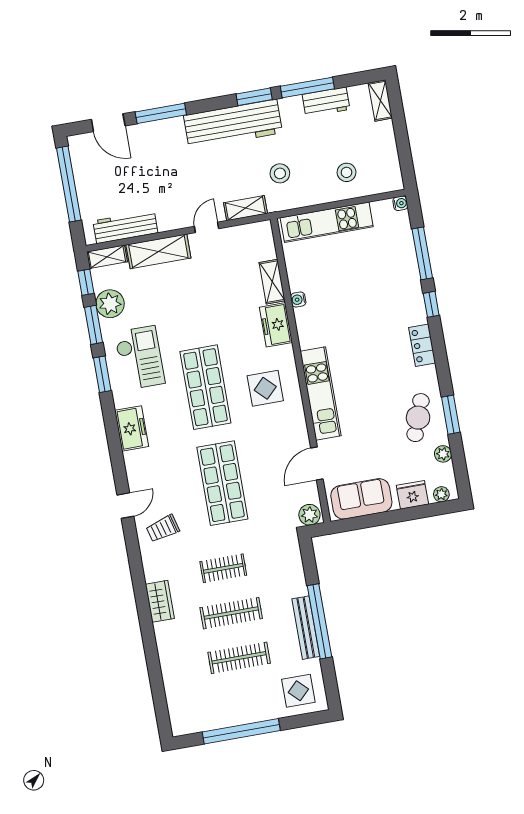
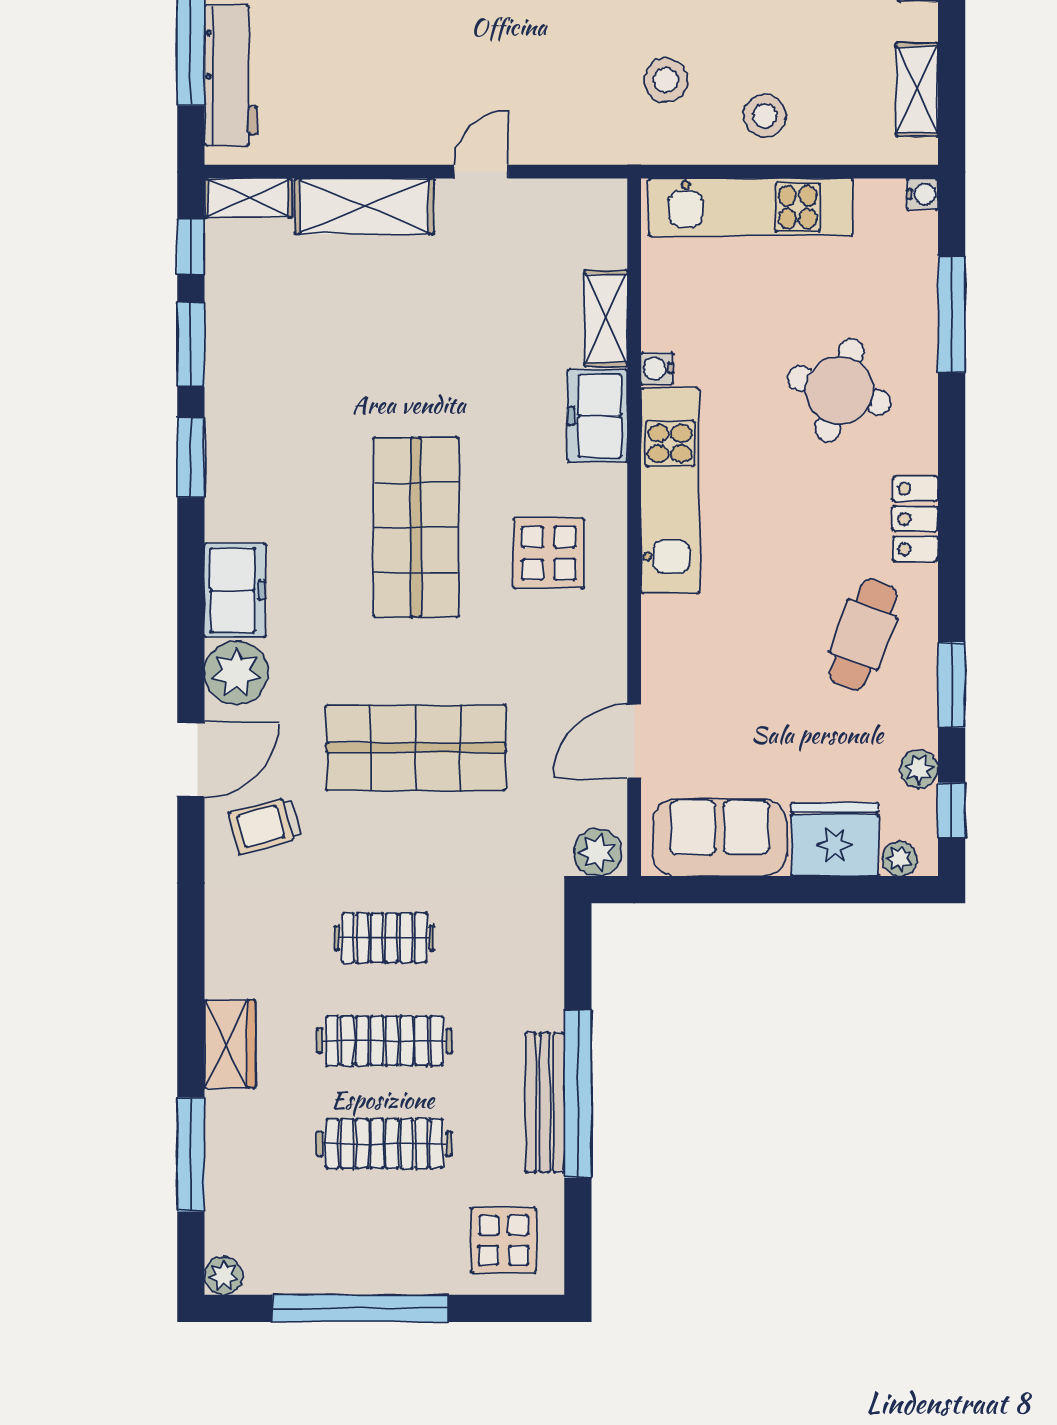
stool: (347, 172) -> (765, 116), moved
shelving: (245, 208) -> (917, 90), moved, turned 90
workbench: (125, 227) -> (231, 76), moved, turned 90
round table: (379, 295) -> (839, 390), added
plant: (110, 304) -> (236, 673), moved
window: (431, 304) -> (952, 810), moved
checkout: (140, 358) -> (281, 436), removed
kitchen unit: (321, 394) -> (670, 491), moved
cafe table: (418, 418) -> (863, 635), moved
shop shelf: (222, 483) -> (416, 748), turned 90
fridge: (412, 495) -> (835, 839), width x1.36, depth x1.34
door: (125, 506) -> (191, 760), width x1.38
wardrobe: (160, 601) -> (230, 1044), moved
window: (156, 677) -> (191, 1155), added
plant: (179, 728) -> (223, 1276), added

